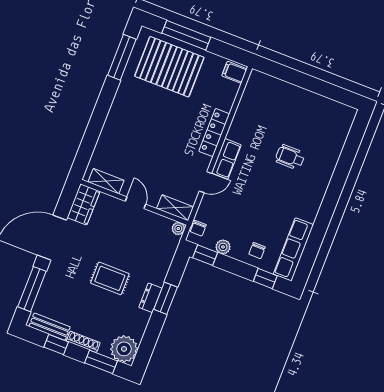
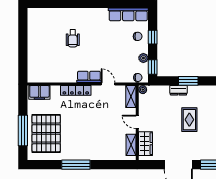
window: (122, 57) -> (76, 165), moved
filing cabinet: (234, 72) -> (39, 92), width x2.00
door: (136, 203) -> (137, 122), hinge flipped
wardrobe: (83, 204) -> (145, 144), moved, turned 90
window: (265, 278) -> (153, 37), moved
dresser: (150, 298) -> (178, 90), moved

